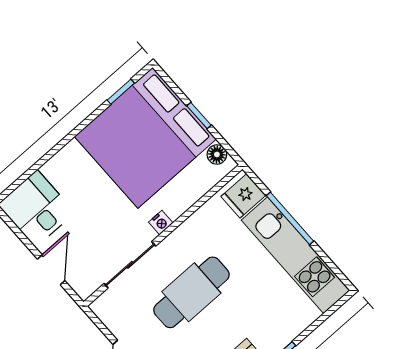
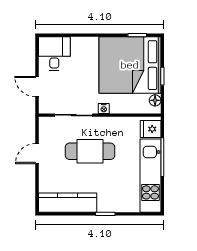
door: (51, 270) -> (37, 87), swing flipped

